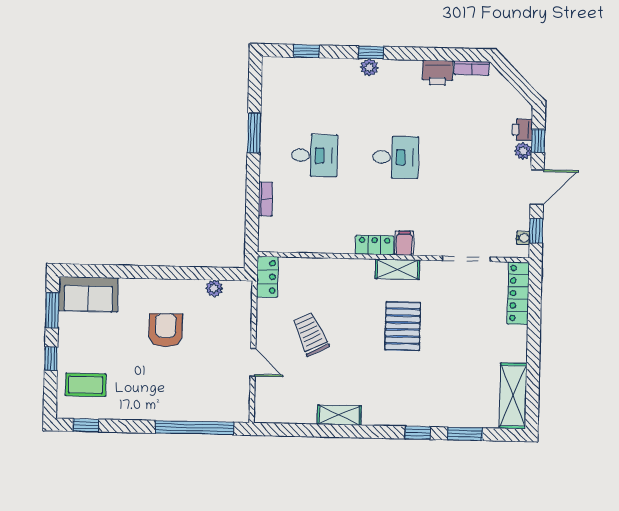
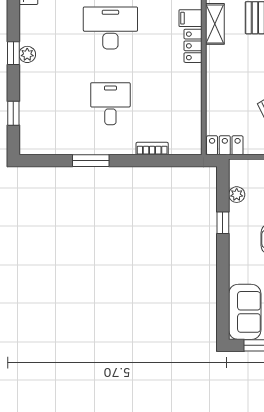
desk: (396, 157) -> (110, 28), width x1.37
window: (184, 273) -> (223, 223), added

